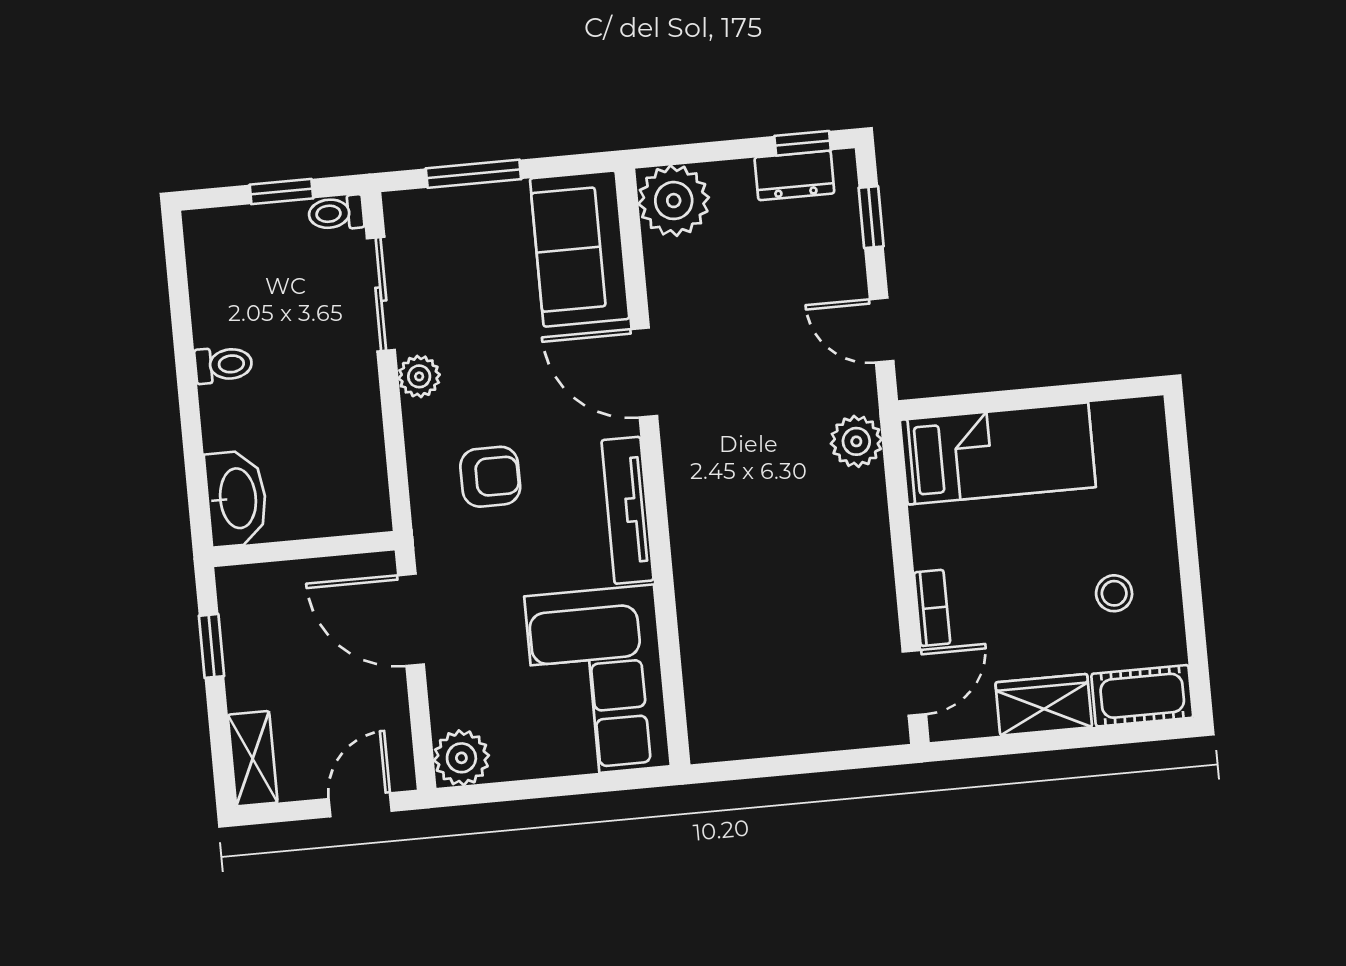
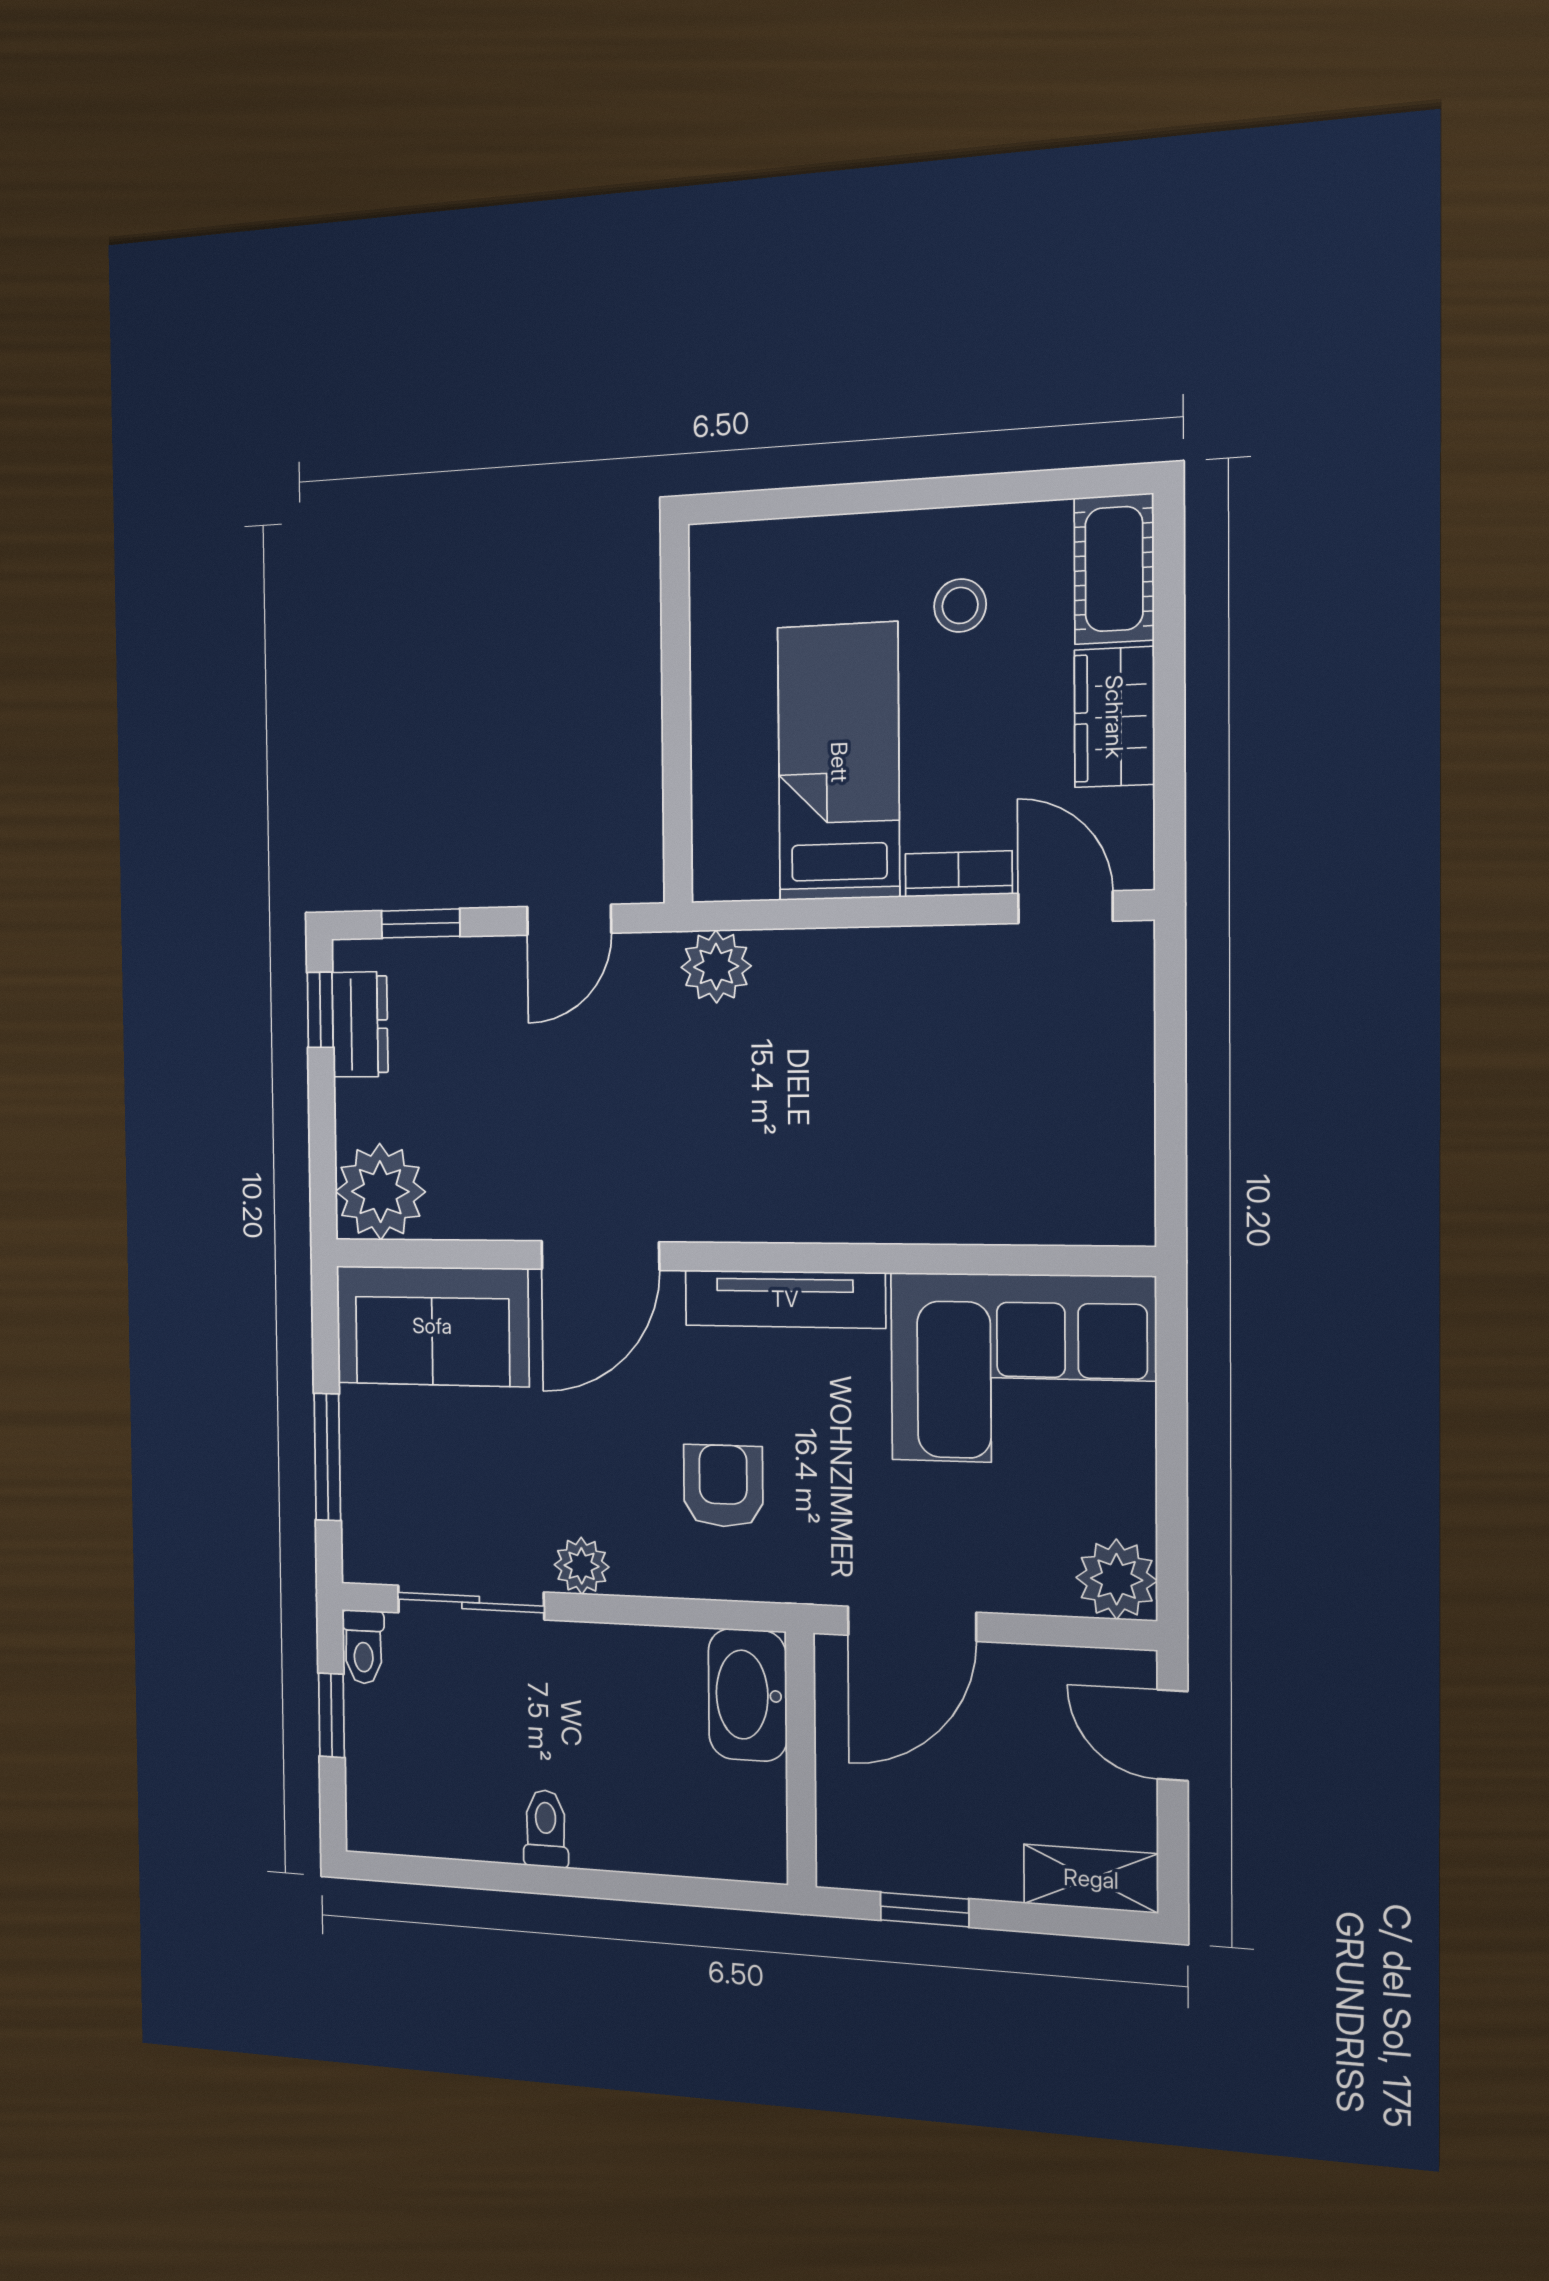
bed: (998, 453) -> (839, 762), moved
washbasin: (236, 498) -> (748, 1695), moved, turned -90

